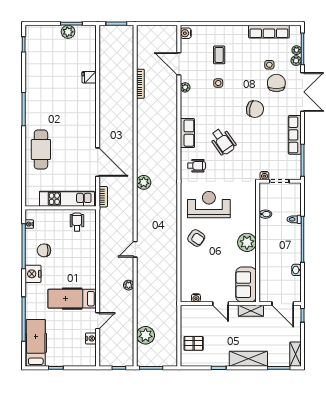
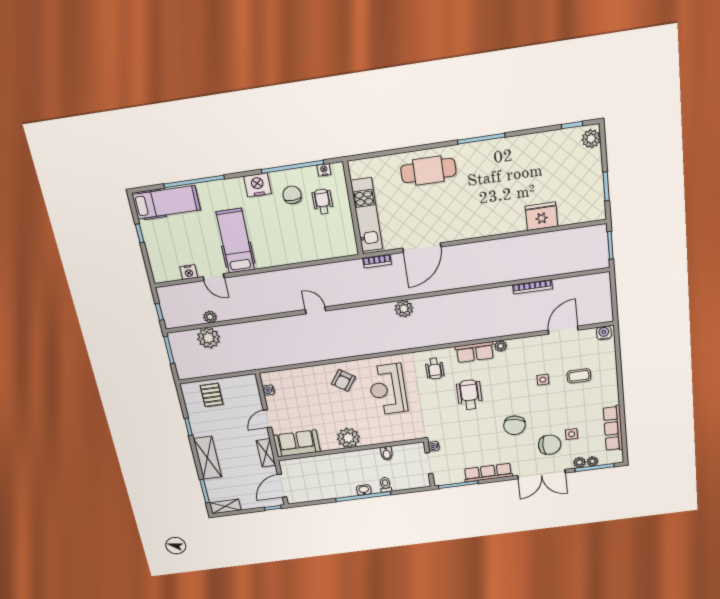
plant: (68, 32) -> (591, 139), moved
fridge: (89, 77) -> (541, 216), width x1.88, depth x1.34
plant: (185, 87) -> (501, 346), moved
wheelchair: (223, 141) -> (469, 395), turned 125
reception desk: (209, 205) -> (388, 389), turned 180
wheelchair: (77, 222) -> (323, 202), moved, turned -90
washbasin: (296, 270) -> (364, 490), moved
plant: (129, 285) -> (210, 317), moved

